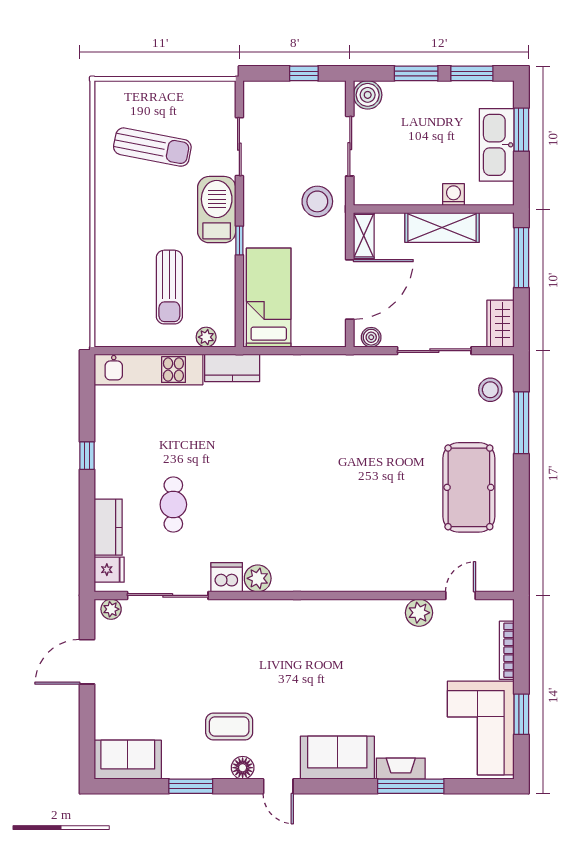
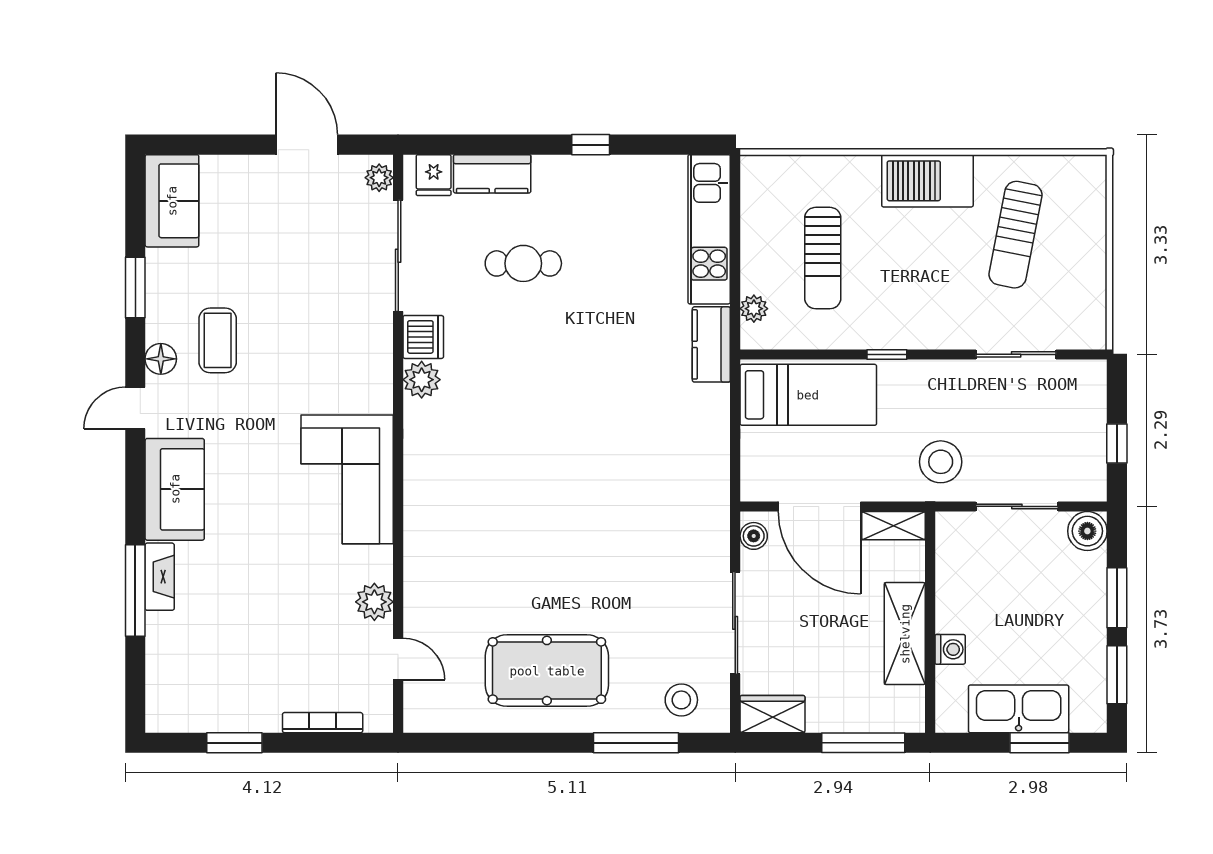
barbecue: (217, 210) -> (927, 181), moved, turned 180
sun lounger: (169, 287) -> (823, 258), turned -90
corner sofa: (481, 728) -> (347, 479), moved, turned -90

